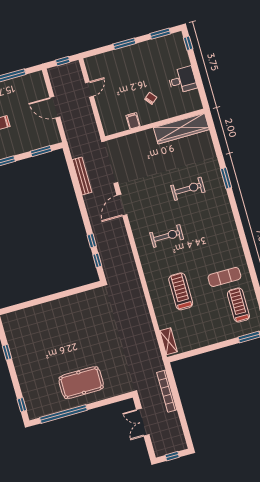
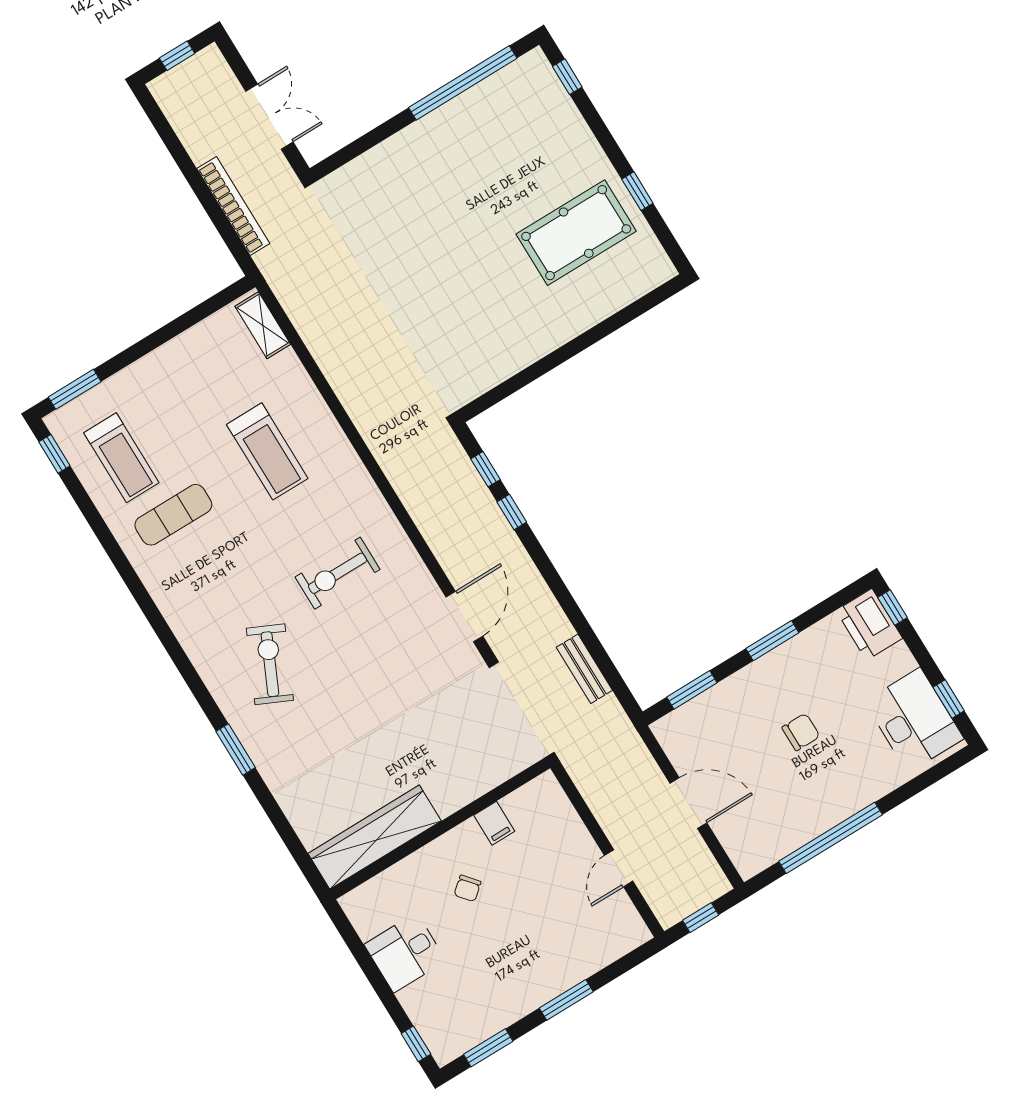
bench: (82, 176) -> (584, 669), width x0.73
exercise bike: (188, 189) -> (270, 664), moved, turned 115
pool table: (81, 383) -> (576, 233), moved

